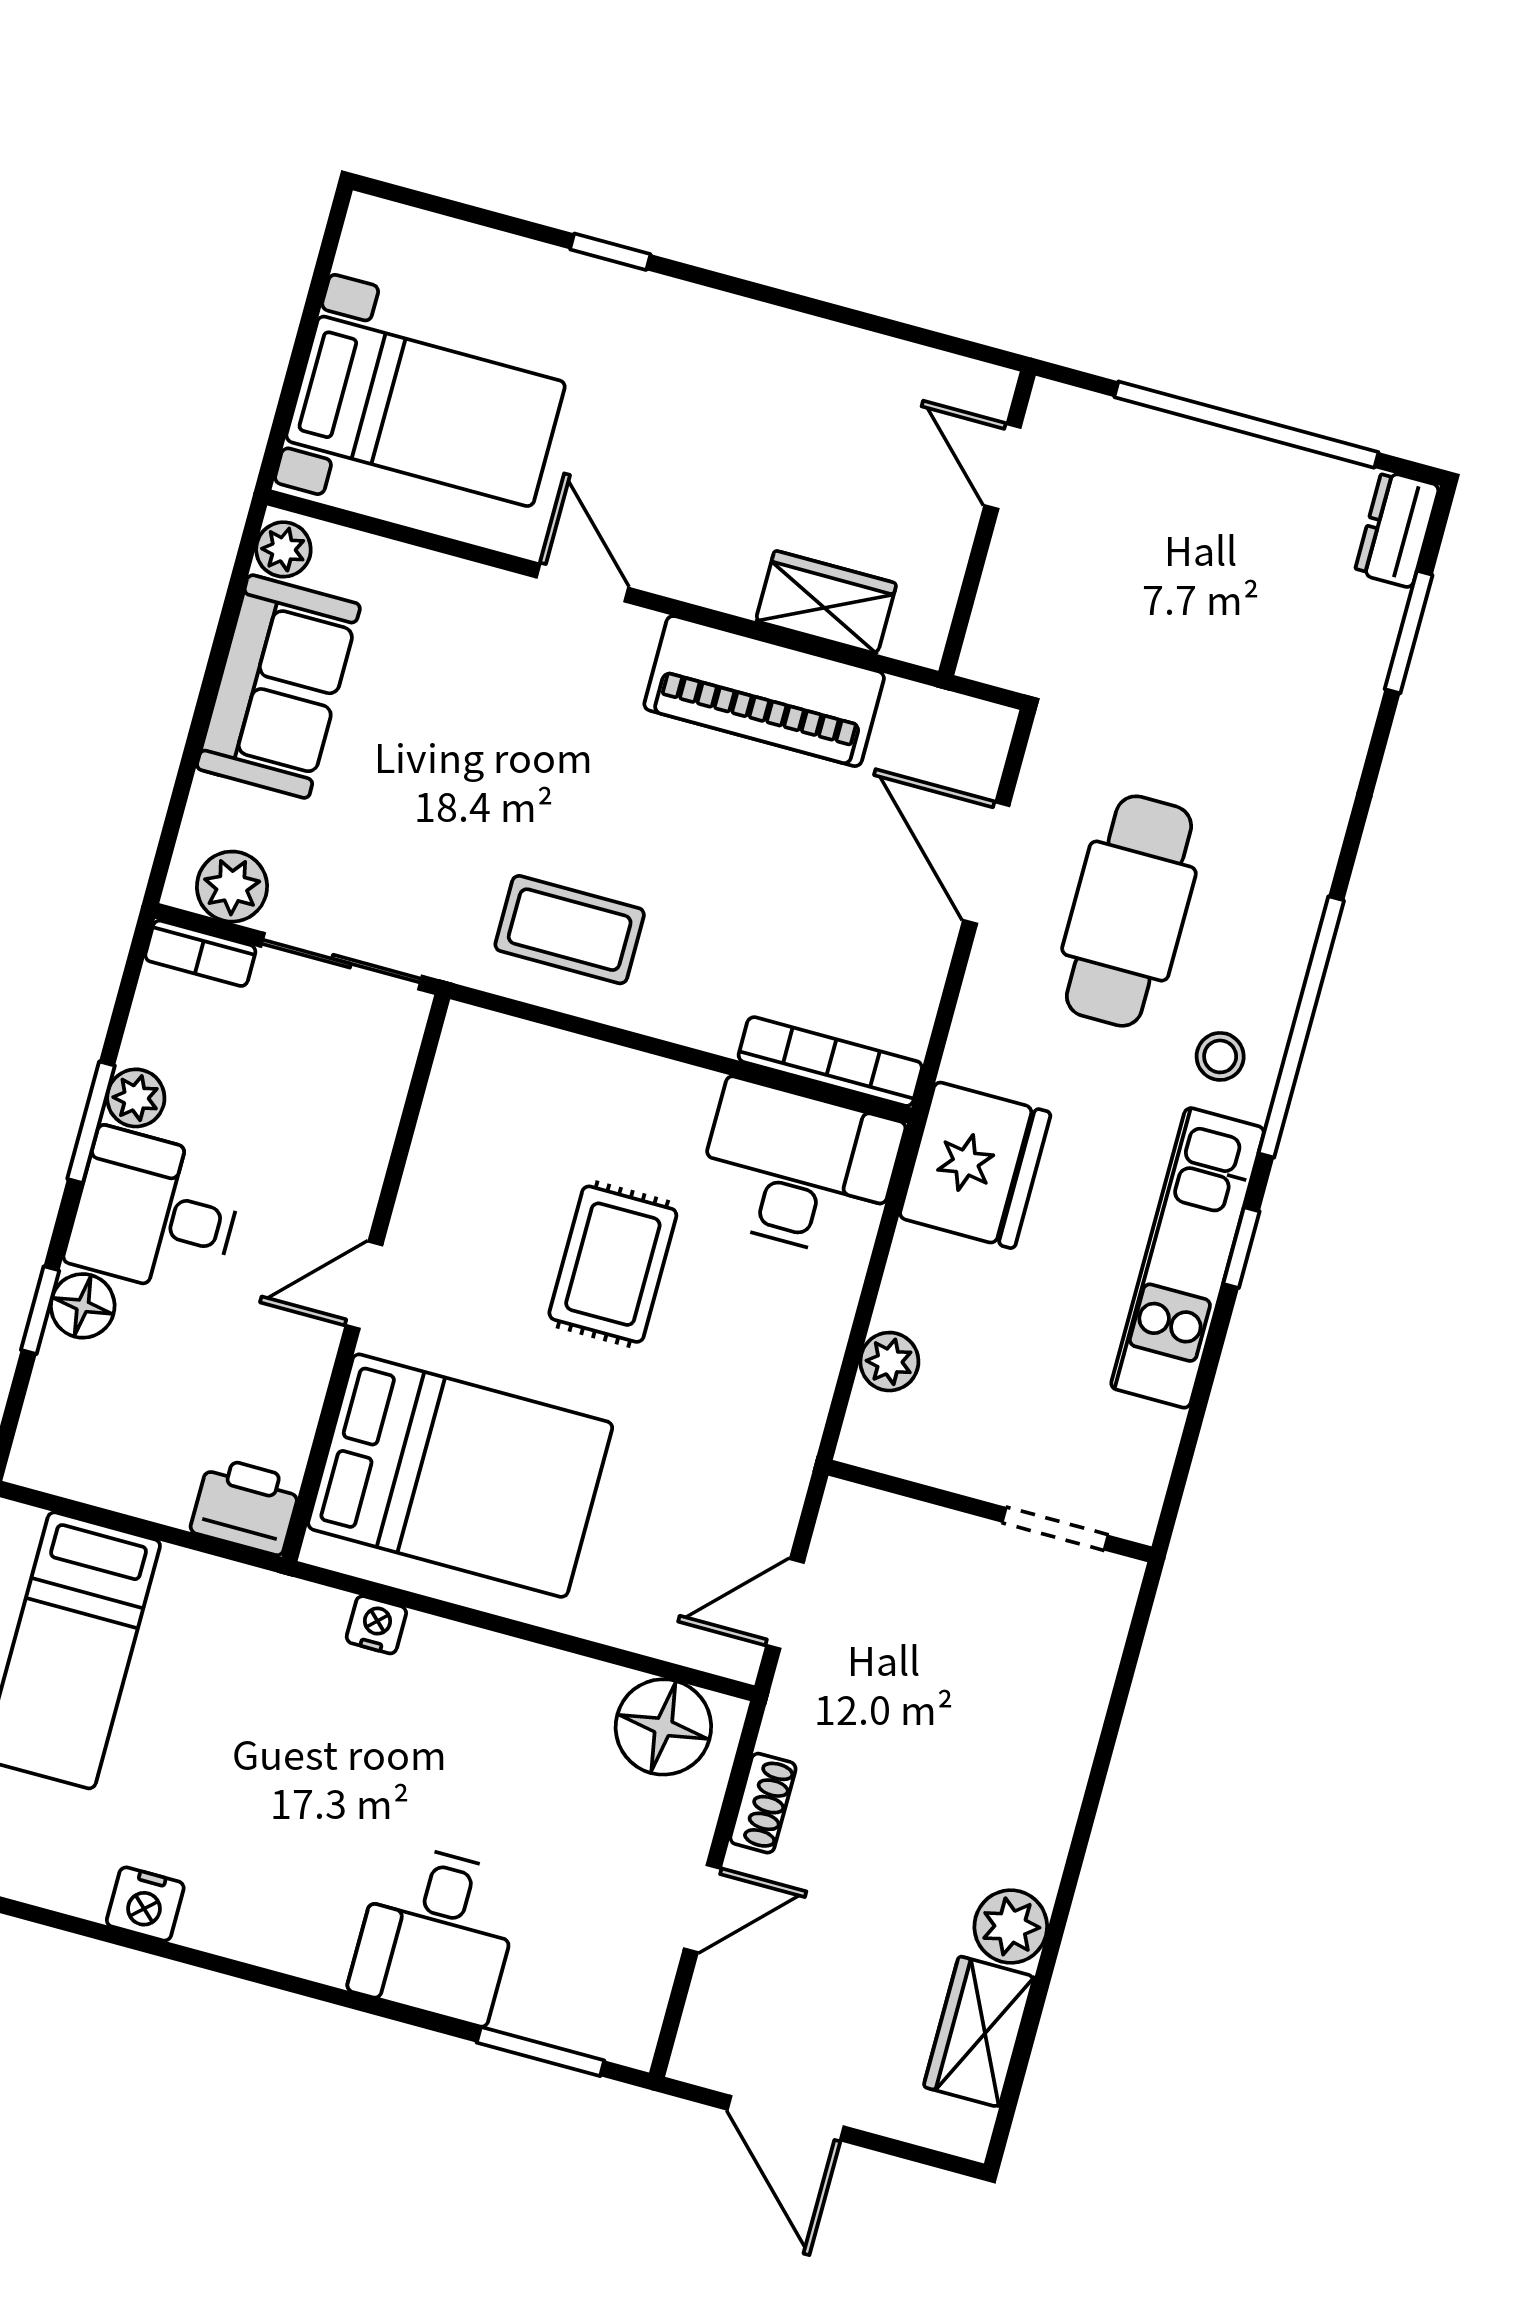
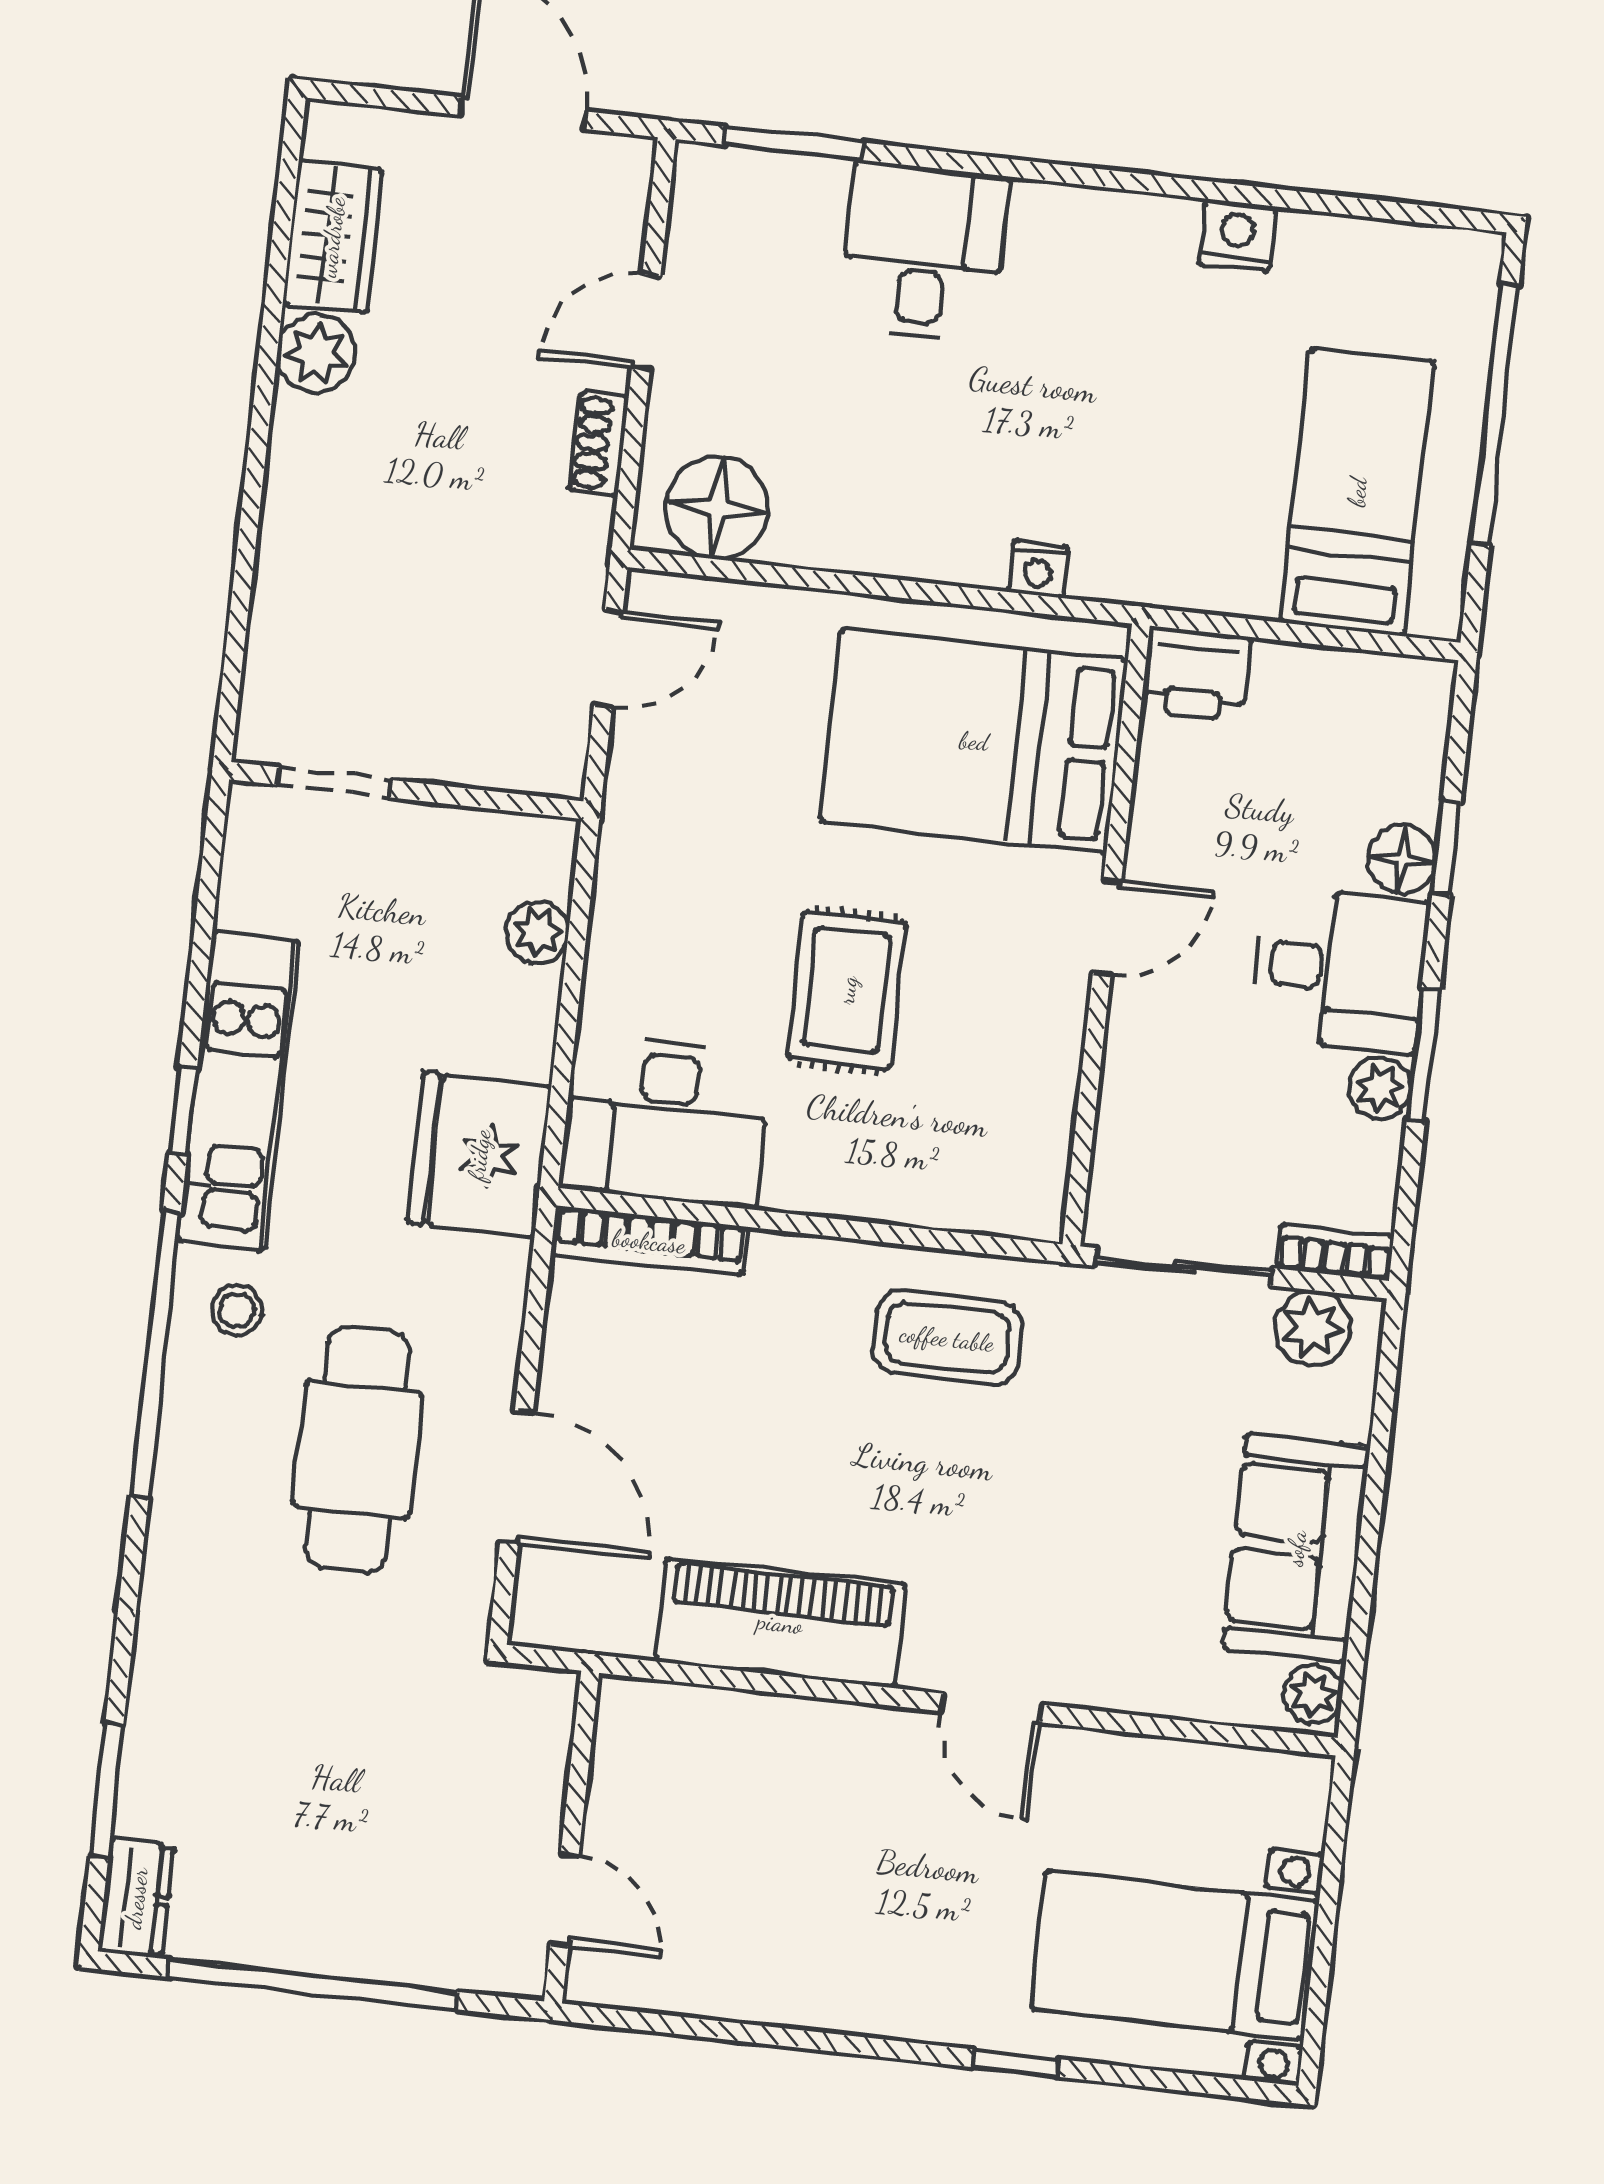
bed with nightstands: (426, 411) -> (1175, 1955), moved
wardrobe: (826, 602) -> (729, 1727), removed

